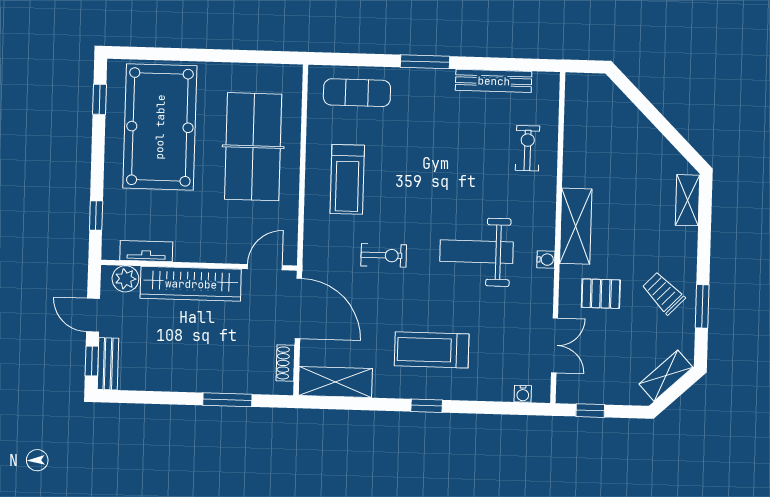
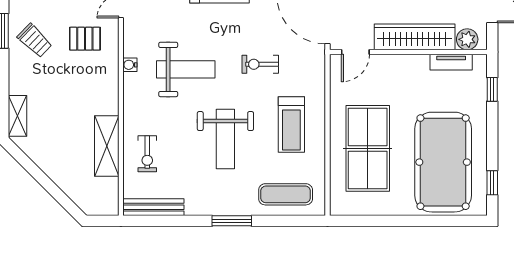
bench: (494, 81) -> (153, 207), moved
weight bench: (430, 164) -> (225, 139), added
treadmill: (347, 179) -> (291, 124), turned 180
shelving: (576, 226) -> (107, 146), moved

